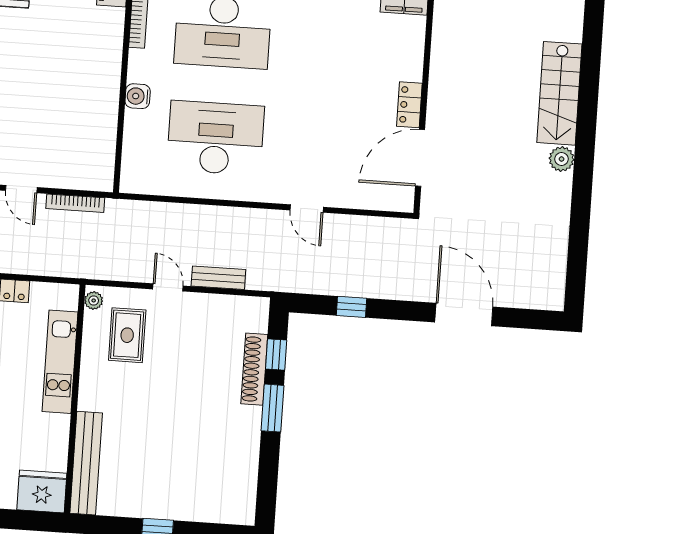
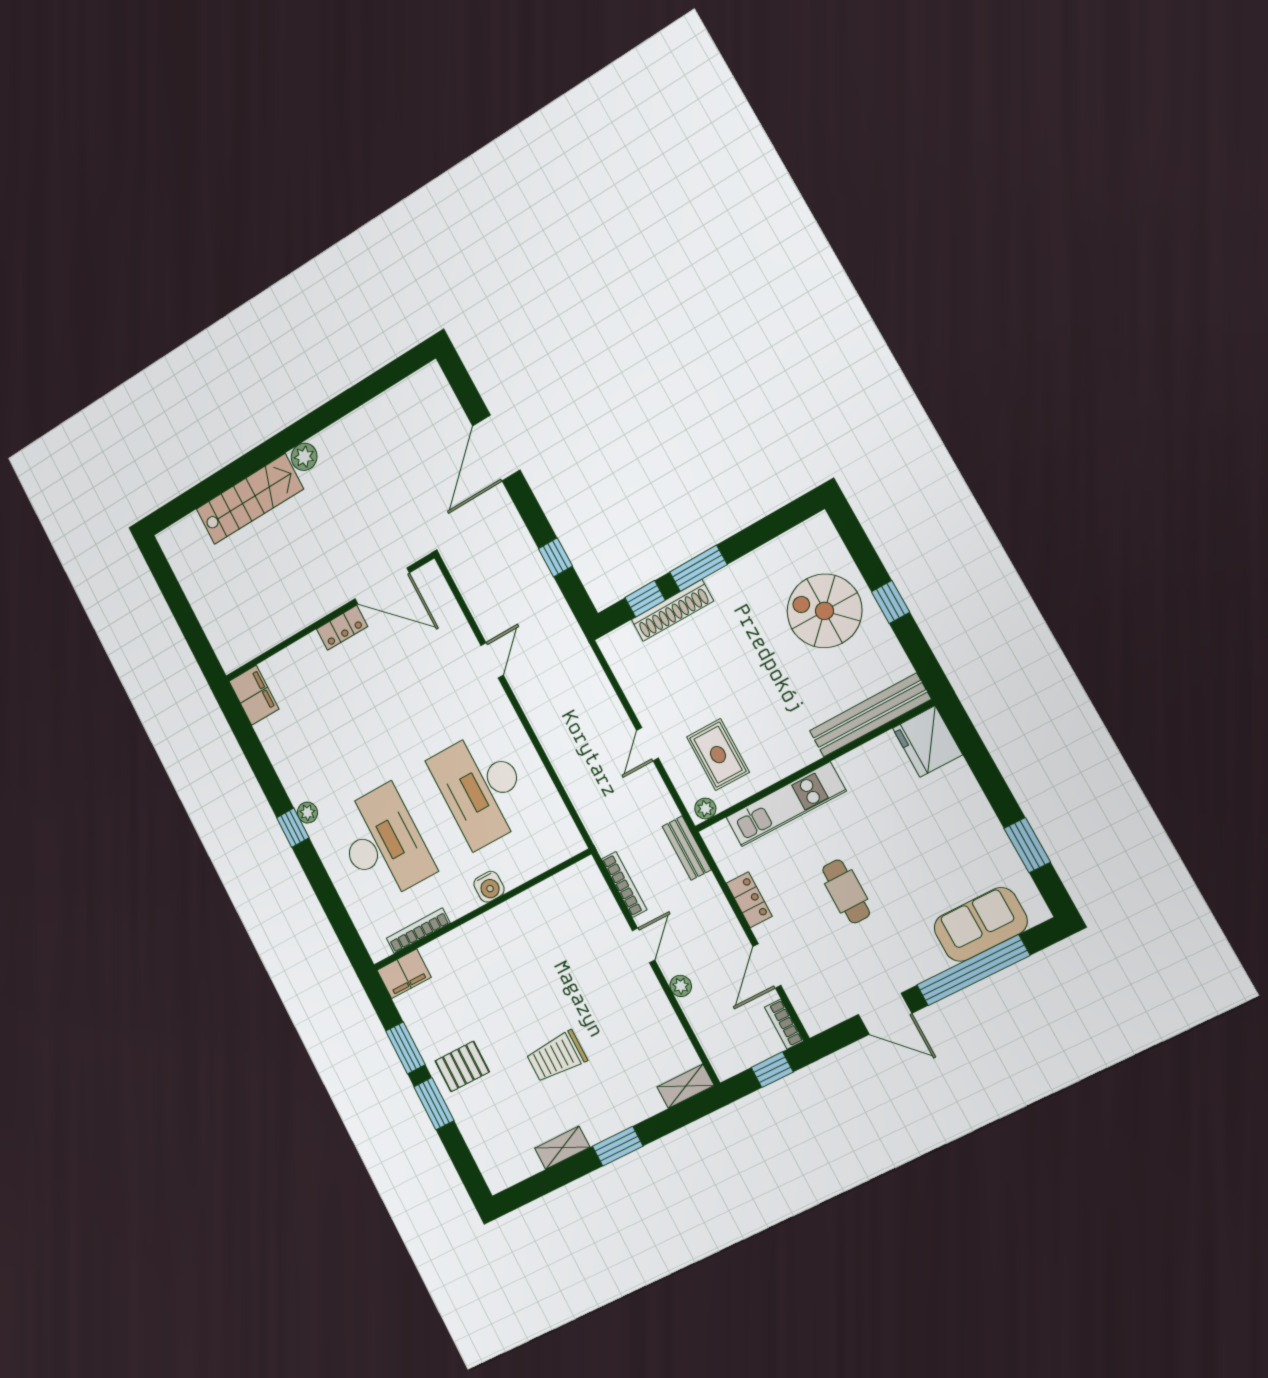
bench: (218, 278) -> (687, 848), moved
rug: (127, 335) -> (718, 755), turned 90
spiral stairs: (182, 479) -> (824, 611), added

